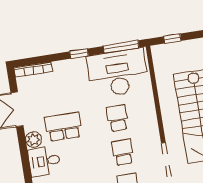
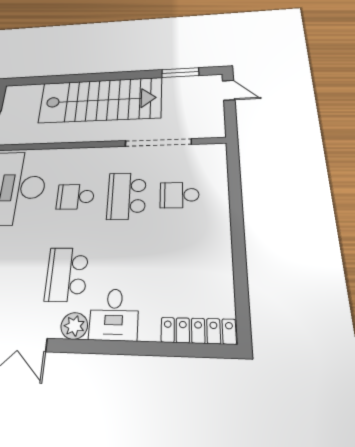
school desk: (123, 152) -> (127, 196), width x1.85

